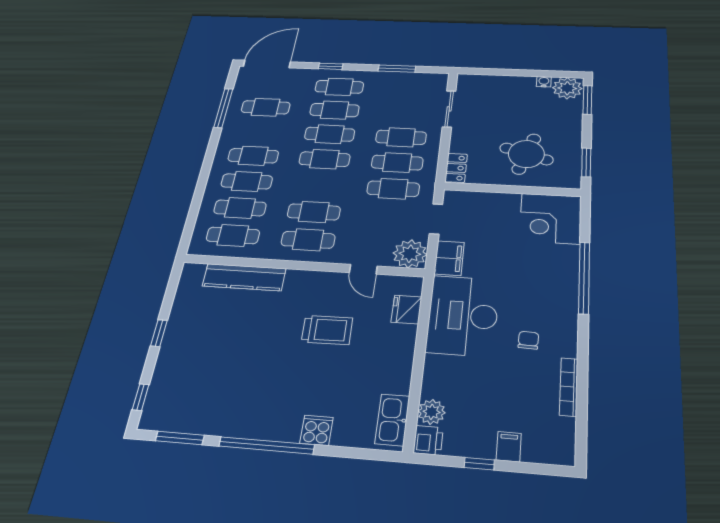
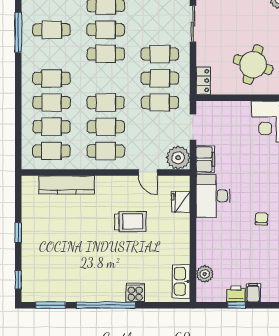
cafe table: (325, 159) -> (106, 102), moved
desk: (463, 315) -> (213, 196), width x0.73, depth x0.77
printer: (428, 440) -> (236, 294), moved, turned -90

